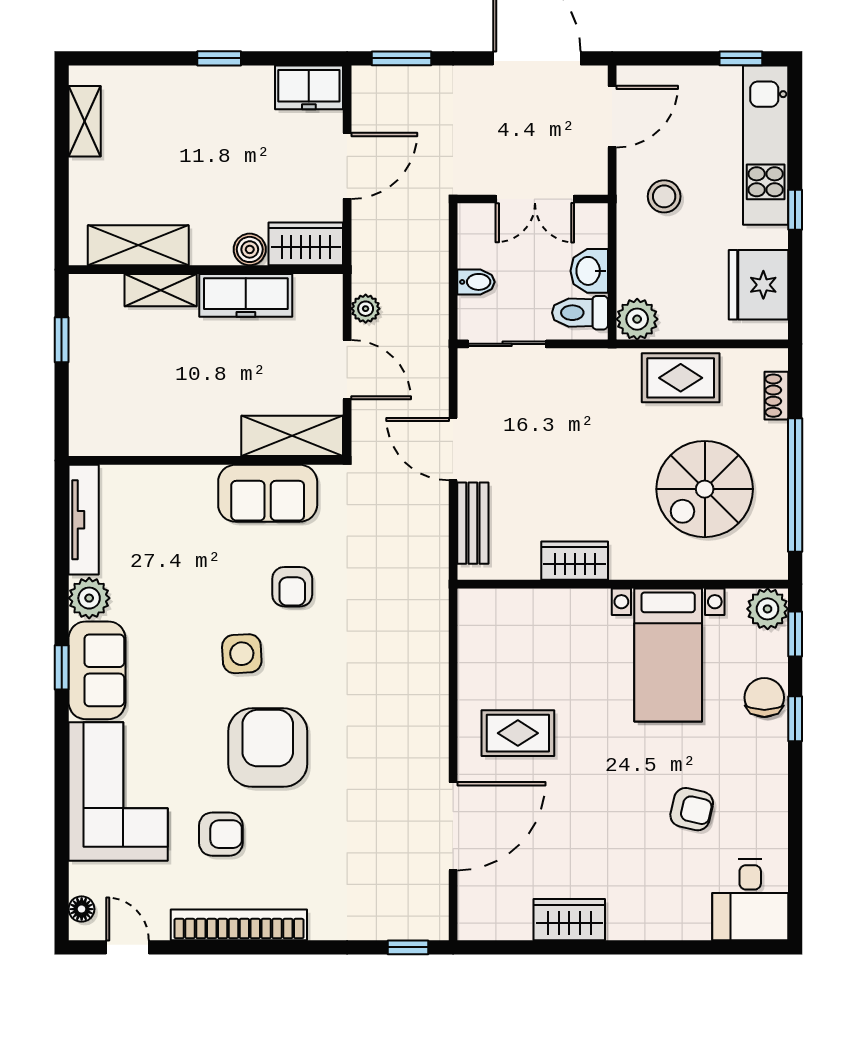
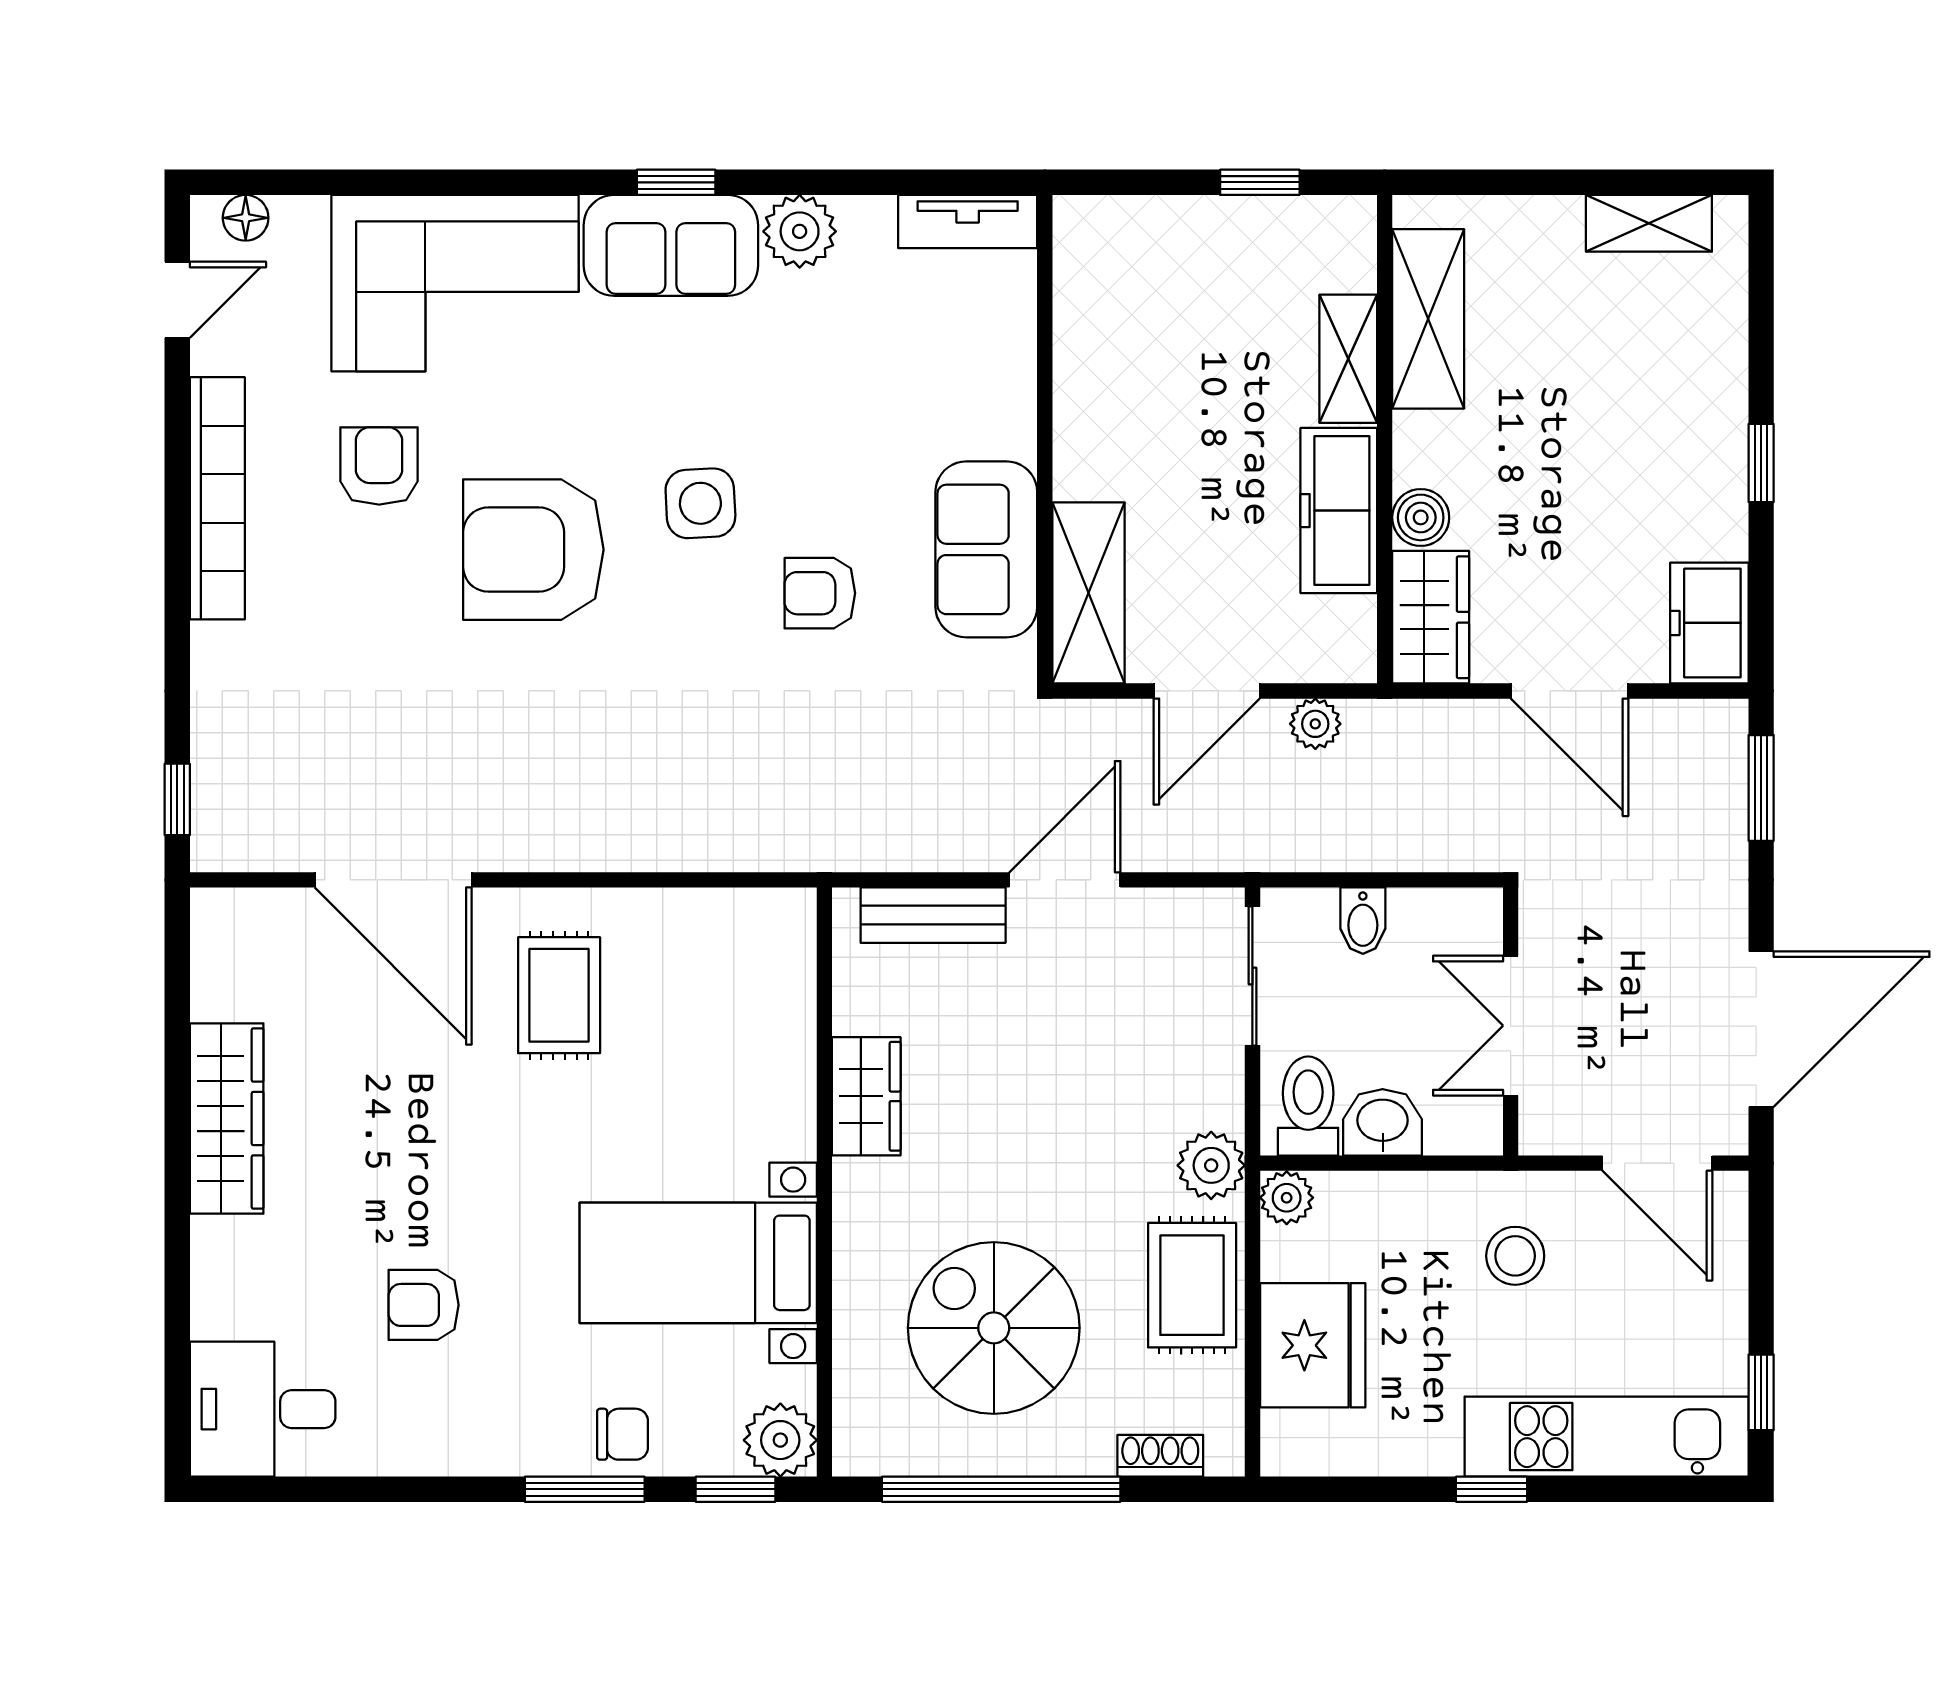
fridge: (759, 285) -> (1313, 1345), moved, turned 90
plant: (637, 319) -> (1287, 1198), width x0.73, depth x0.73
plant: (613, 367) -> (1211, 1165), added
tv unit: (84, 520) -> (968, 221), width x0.71
chair: (764, 697) -> (623, 1434), width x0.73, depth x0.73
window: (795, 719) -> (585, 1489), width x1.50
armchair: (268, 748) -> (533, 550), turned 180
armchair: (692, 809) -> (424, 1305), turned 77
armchair: (221, 834) -> (379, 466), turned 180
wardrobe: (569, 920) -> (227, 1119), width x1.50

